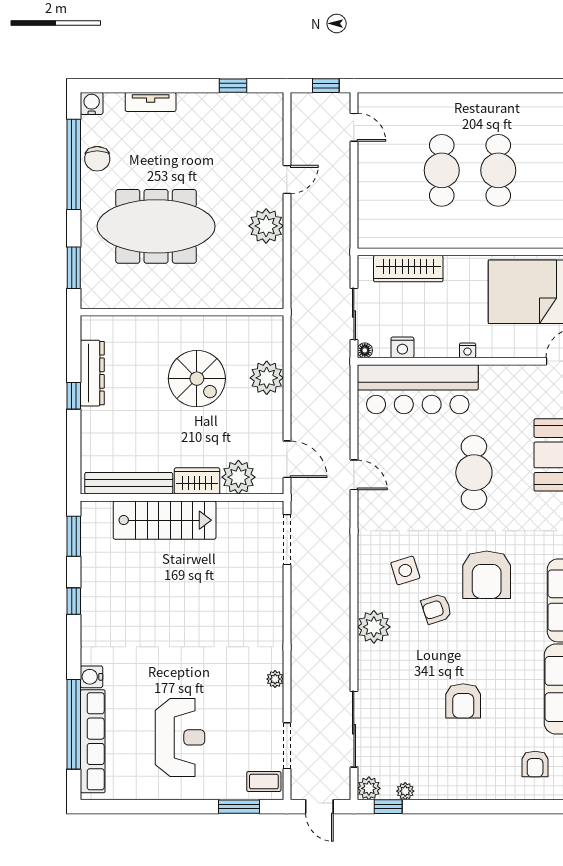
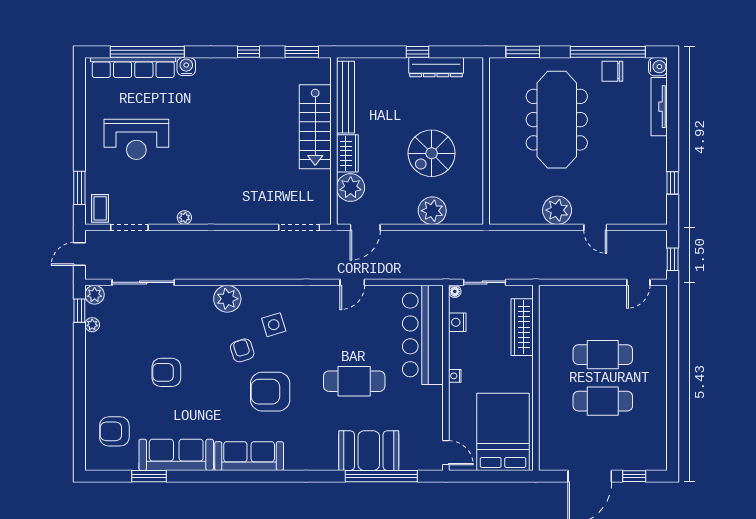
tv unit: (151, 102) -> (659, 107), width x1.41
armchair: (535, 764) -> (114, 431), width x1.38, depth x1.38

